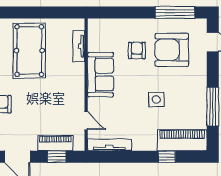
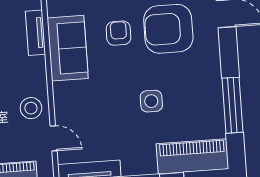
sofa: (100, 75) -> (68, 48), moved
stool: (72, 98) -> (31, 108), added

